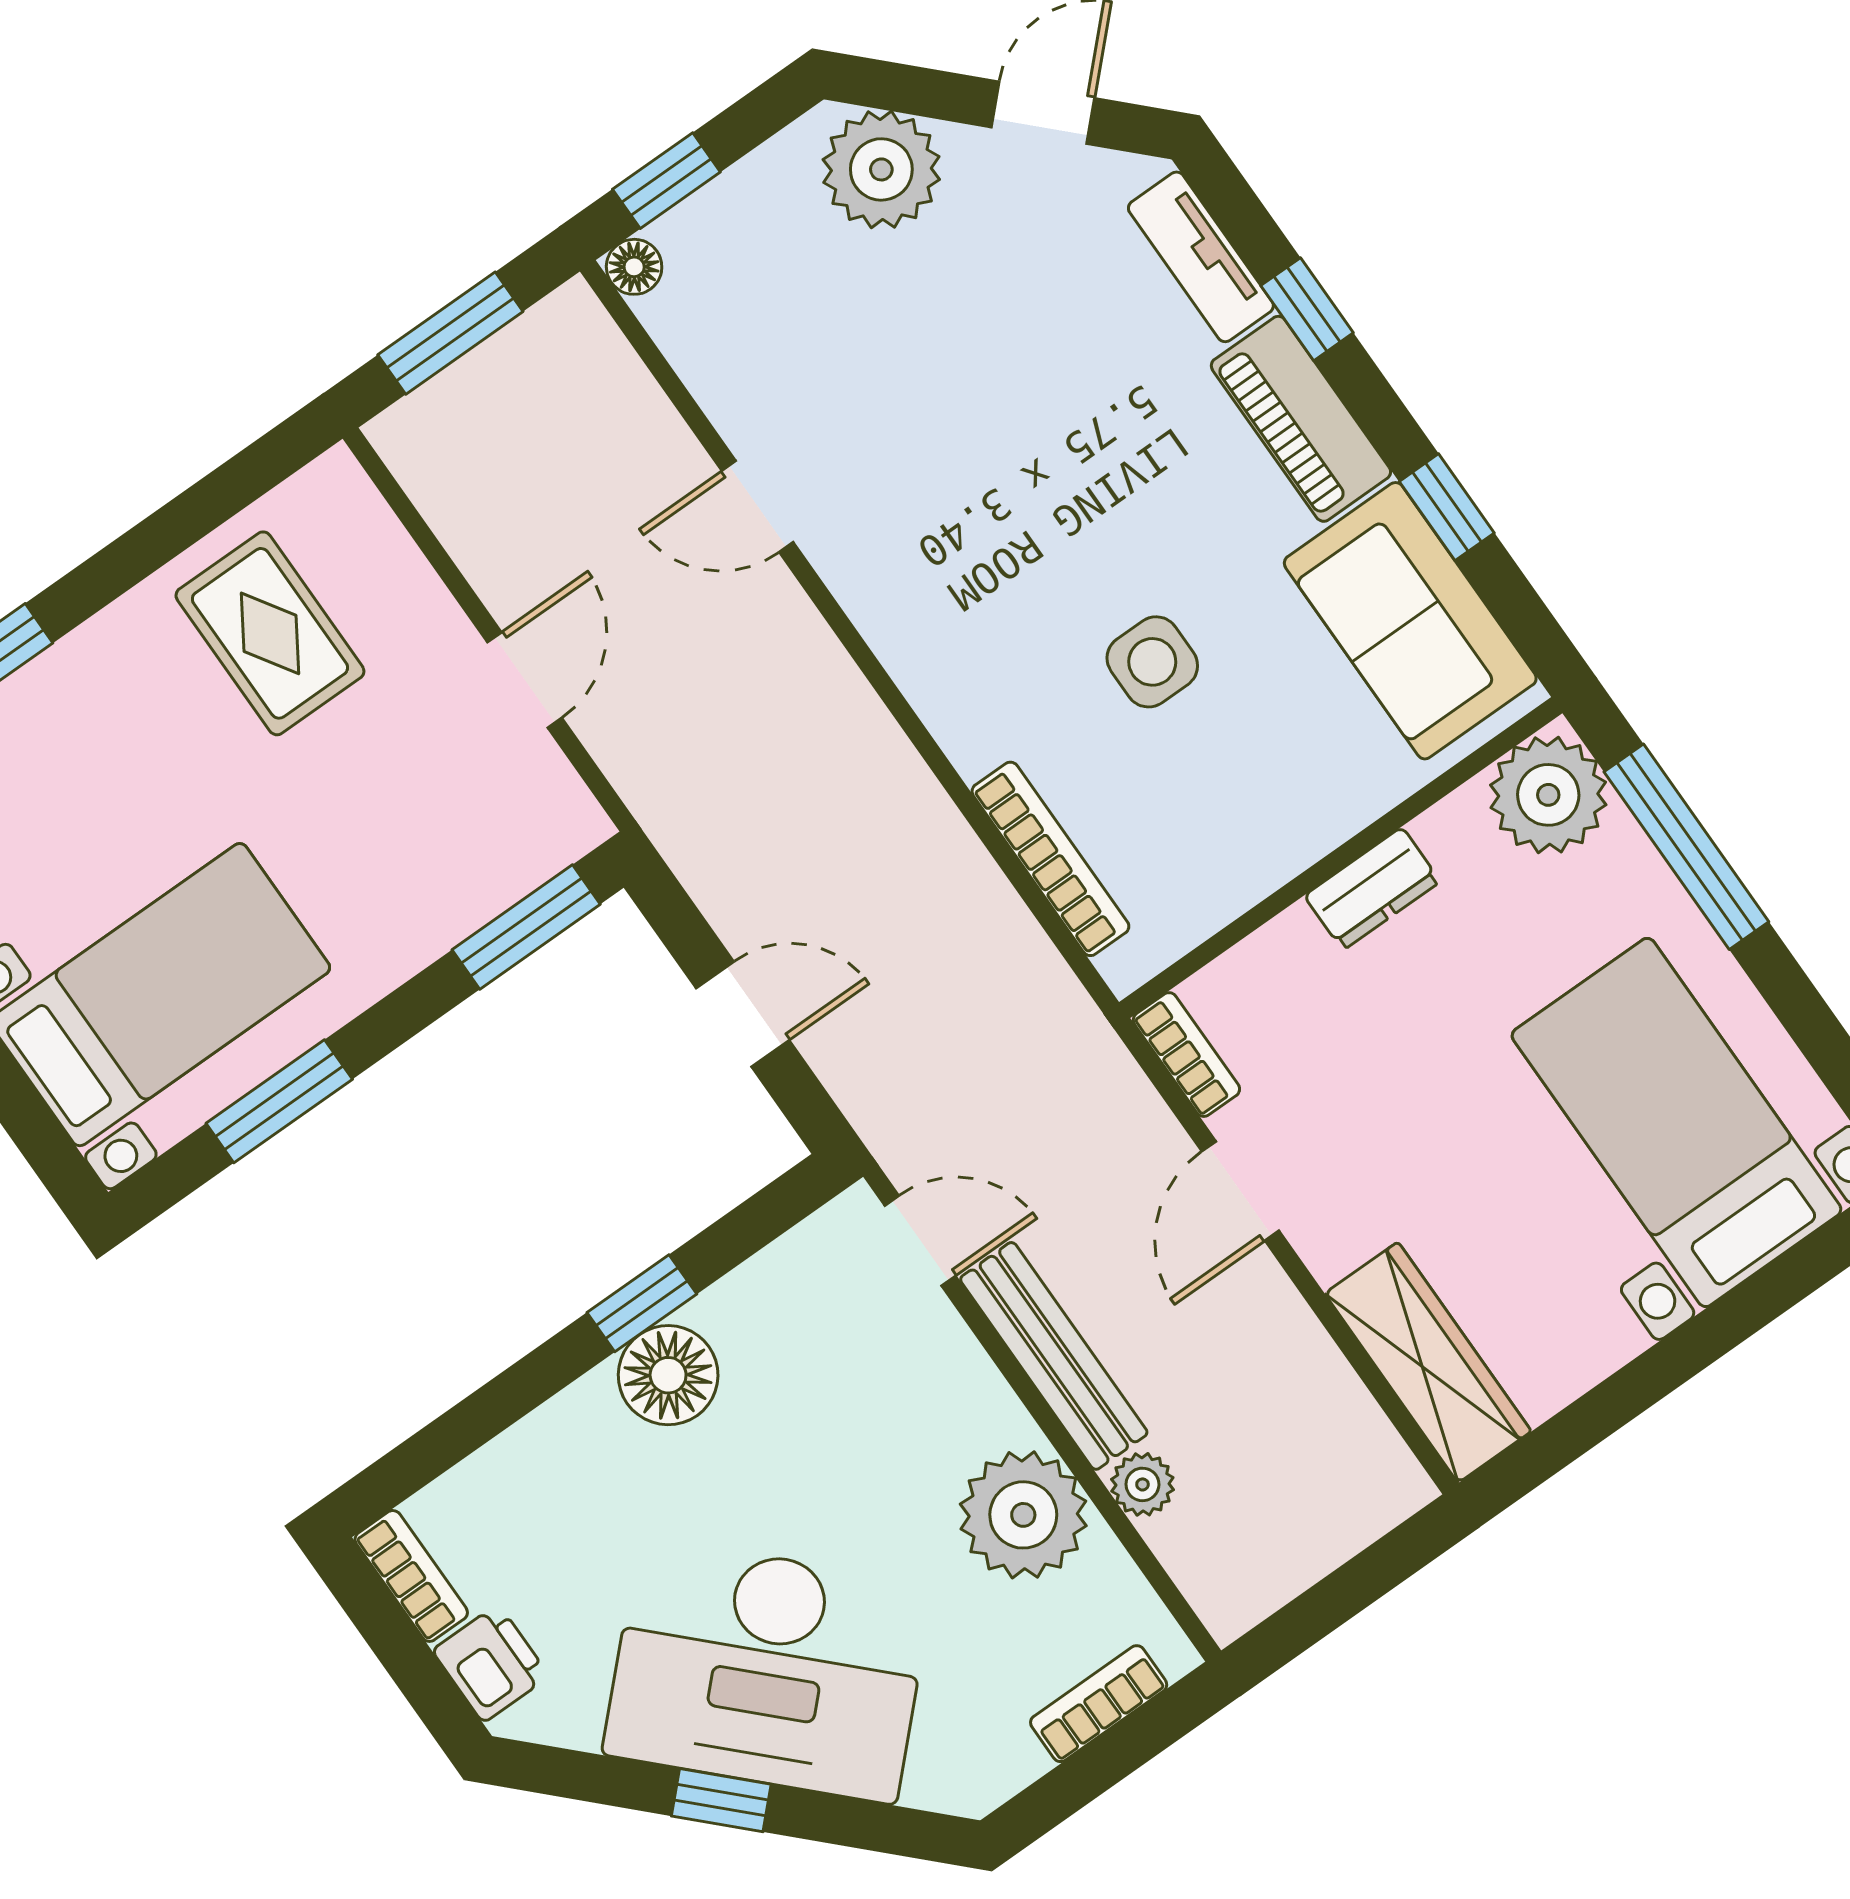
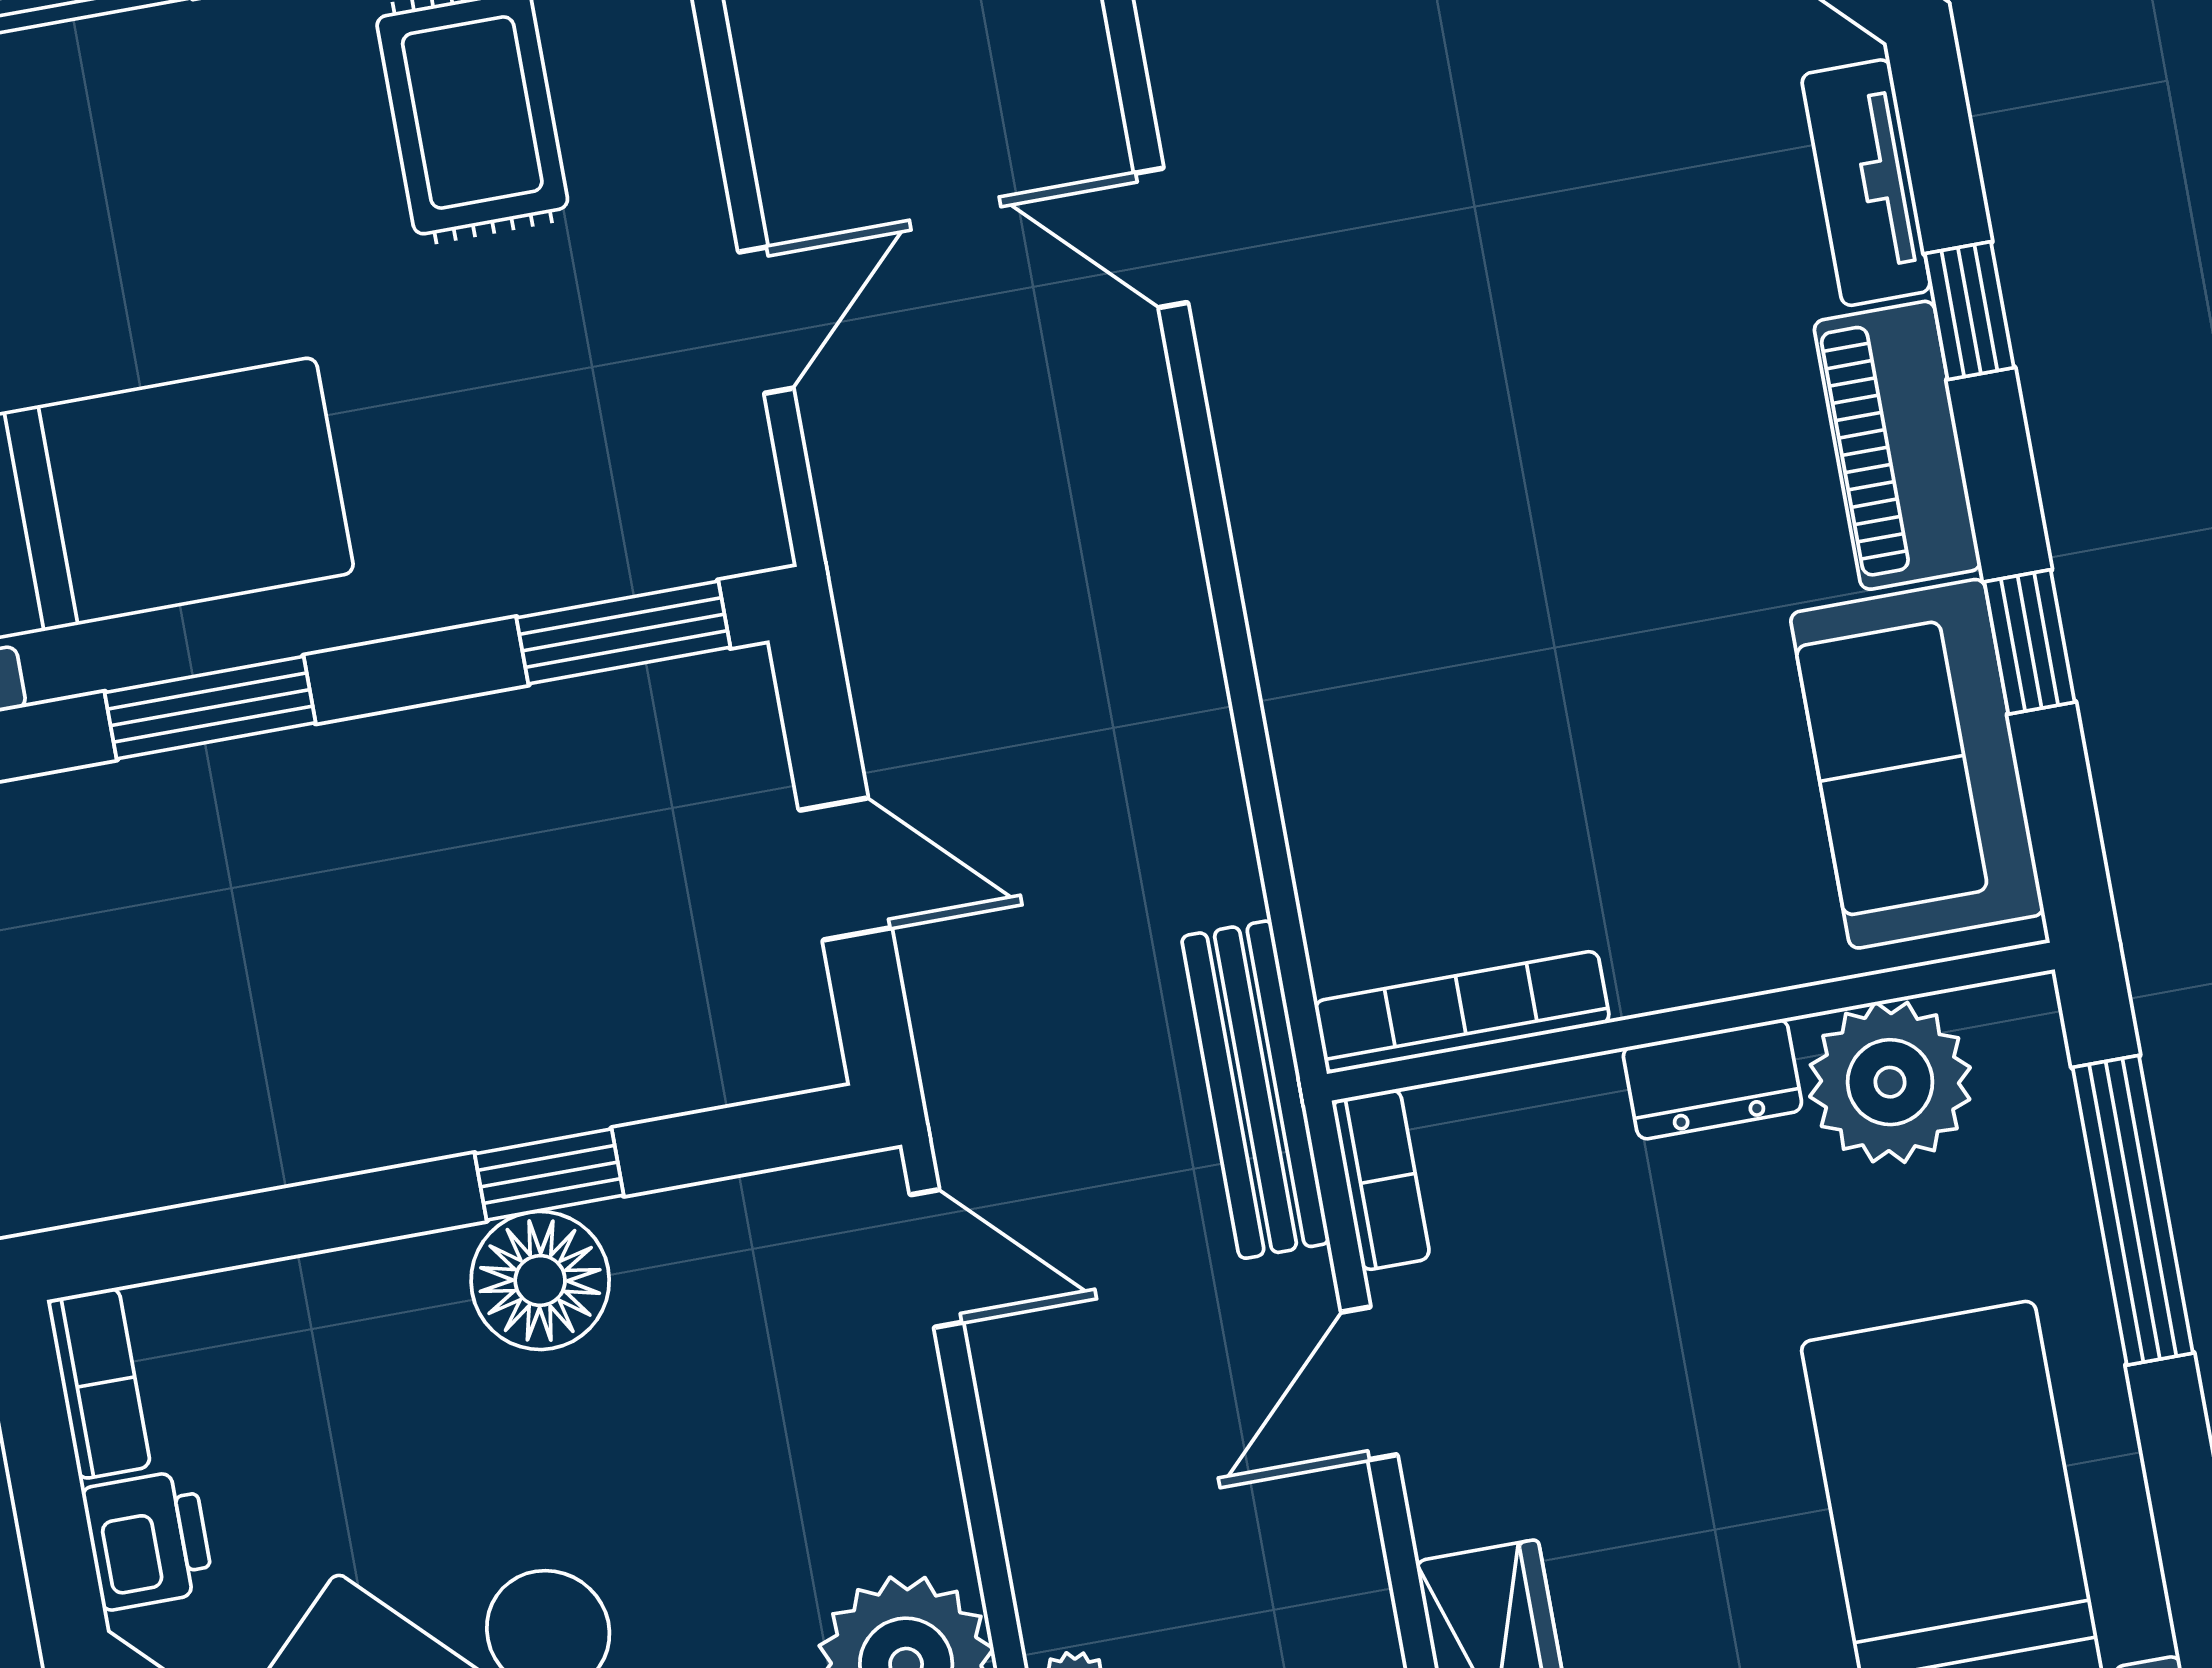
side table: (1152, 662) -> (1568, 665), removed
plant: (1548, 795) -> (1890, 1082), moved
bookcase: (1050, 859) -> (1462, 1012), moved, turned -90
bench: (1054, 1356) -> (1255, 1090), moved

